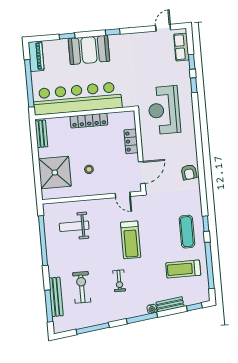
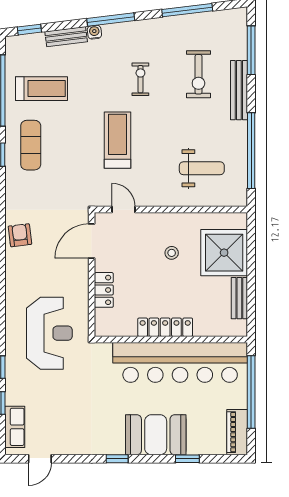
bench: (41, 134) -> (239, 298), moved
bench: (56, 297) -> (239, 90), moved

